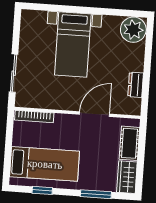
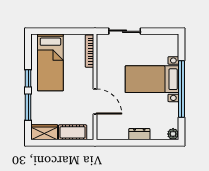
window: (87, 10) -> (181, 89), added
plant: (133, 30) -> (173, 134), width x0.53, depth x0.53
dresser: (136, 85) -> (139, 134), moved
window: (42, 190) -> (28, 78), moved

